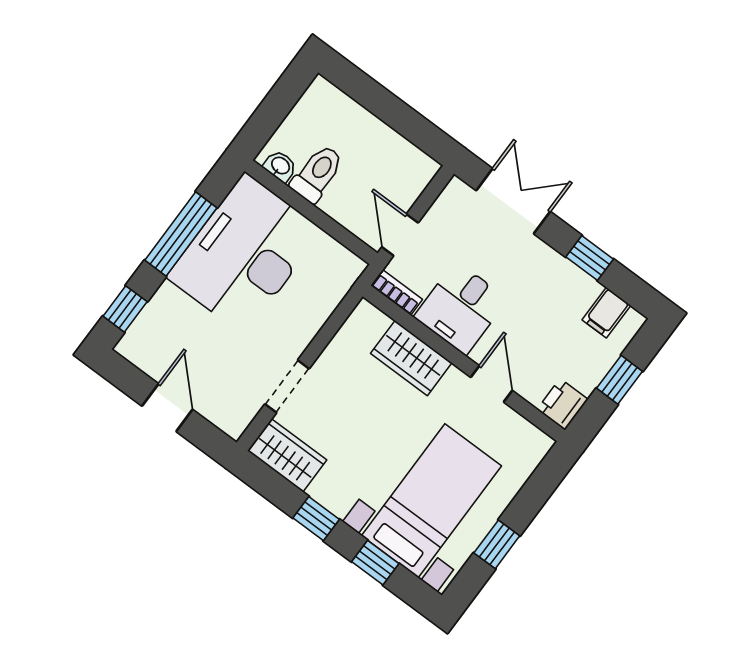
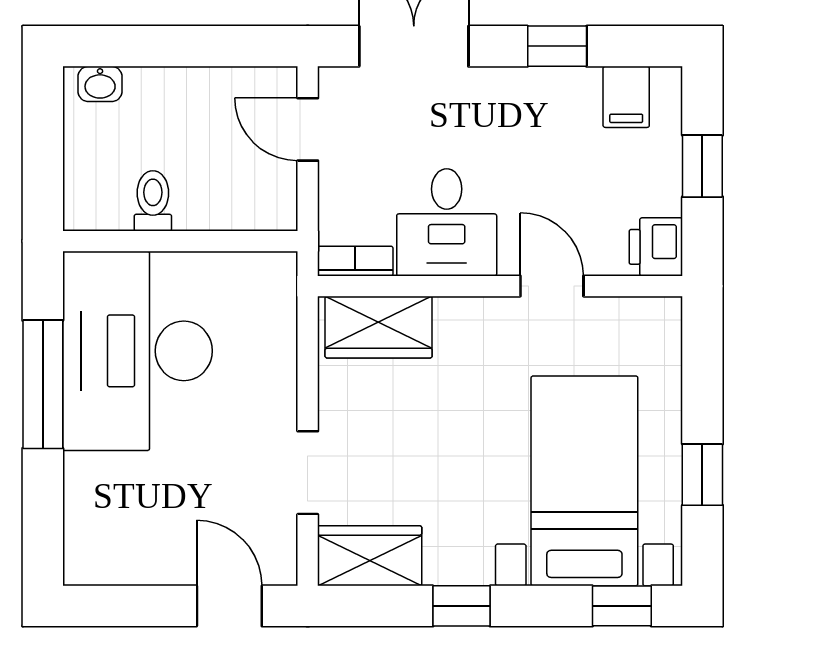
washbasin: (280, 166) -> (100, 84), moved, turned 180
toilet: (317, 174) -> (153, 201), width x0.73, depth x0.72
door: (400, 235) -> (308, 129), moved
window: (125, 309) -> (43, 525), removed
wardrobe: (411, 358) -> (379, 327), moved
door: (167, 408) -> (229, 606), moved
window: (375, 563) -> (622, 606), moved

